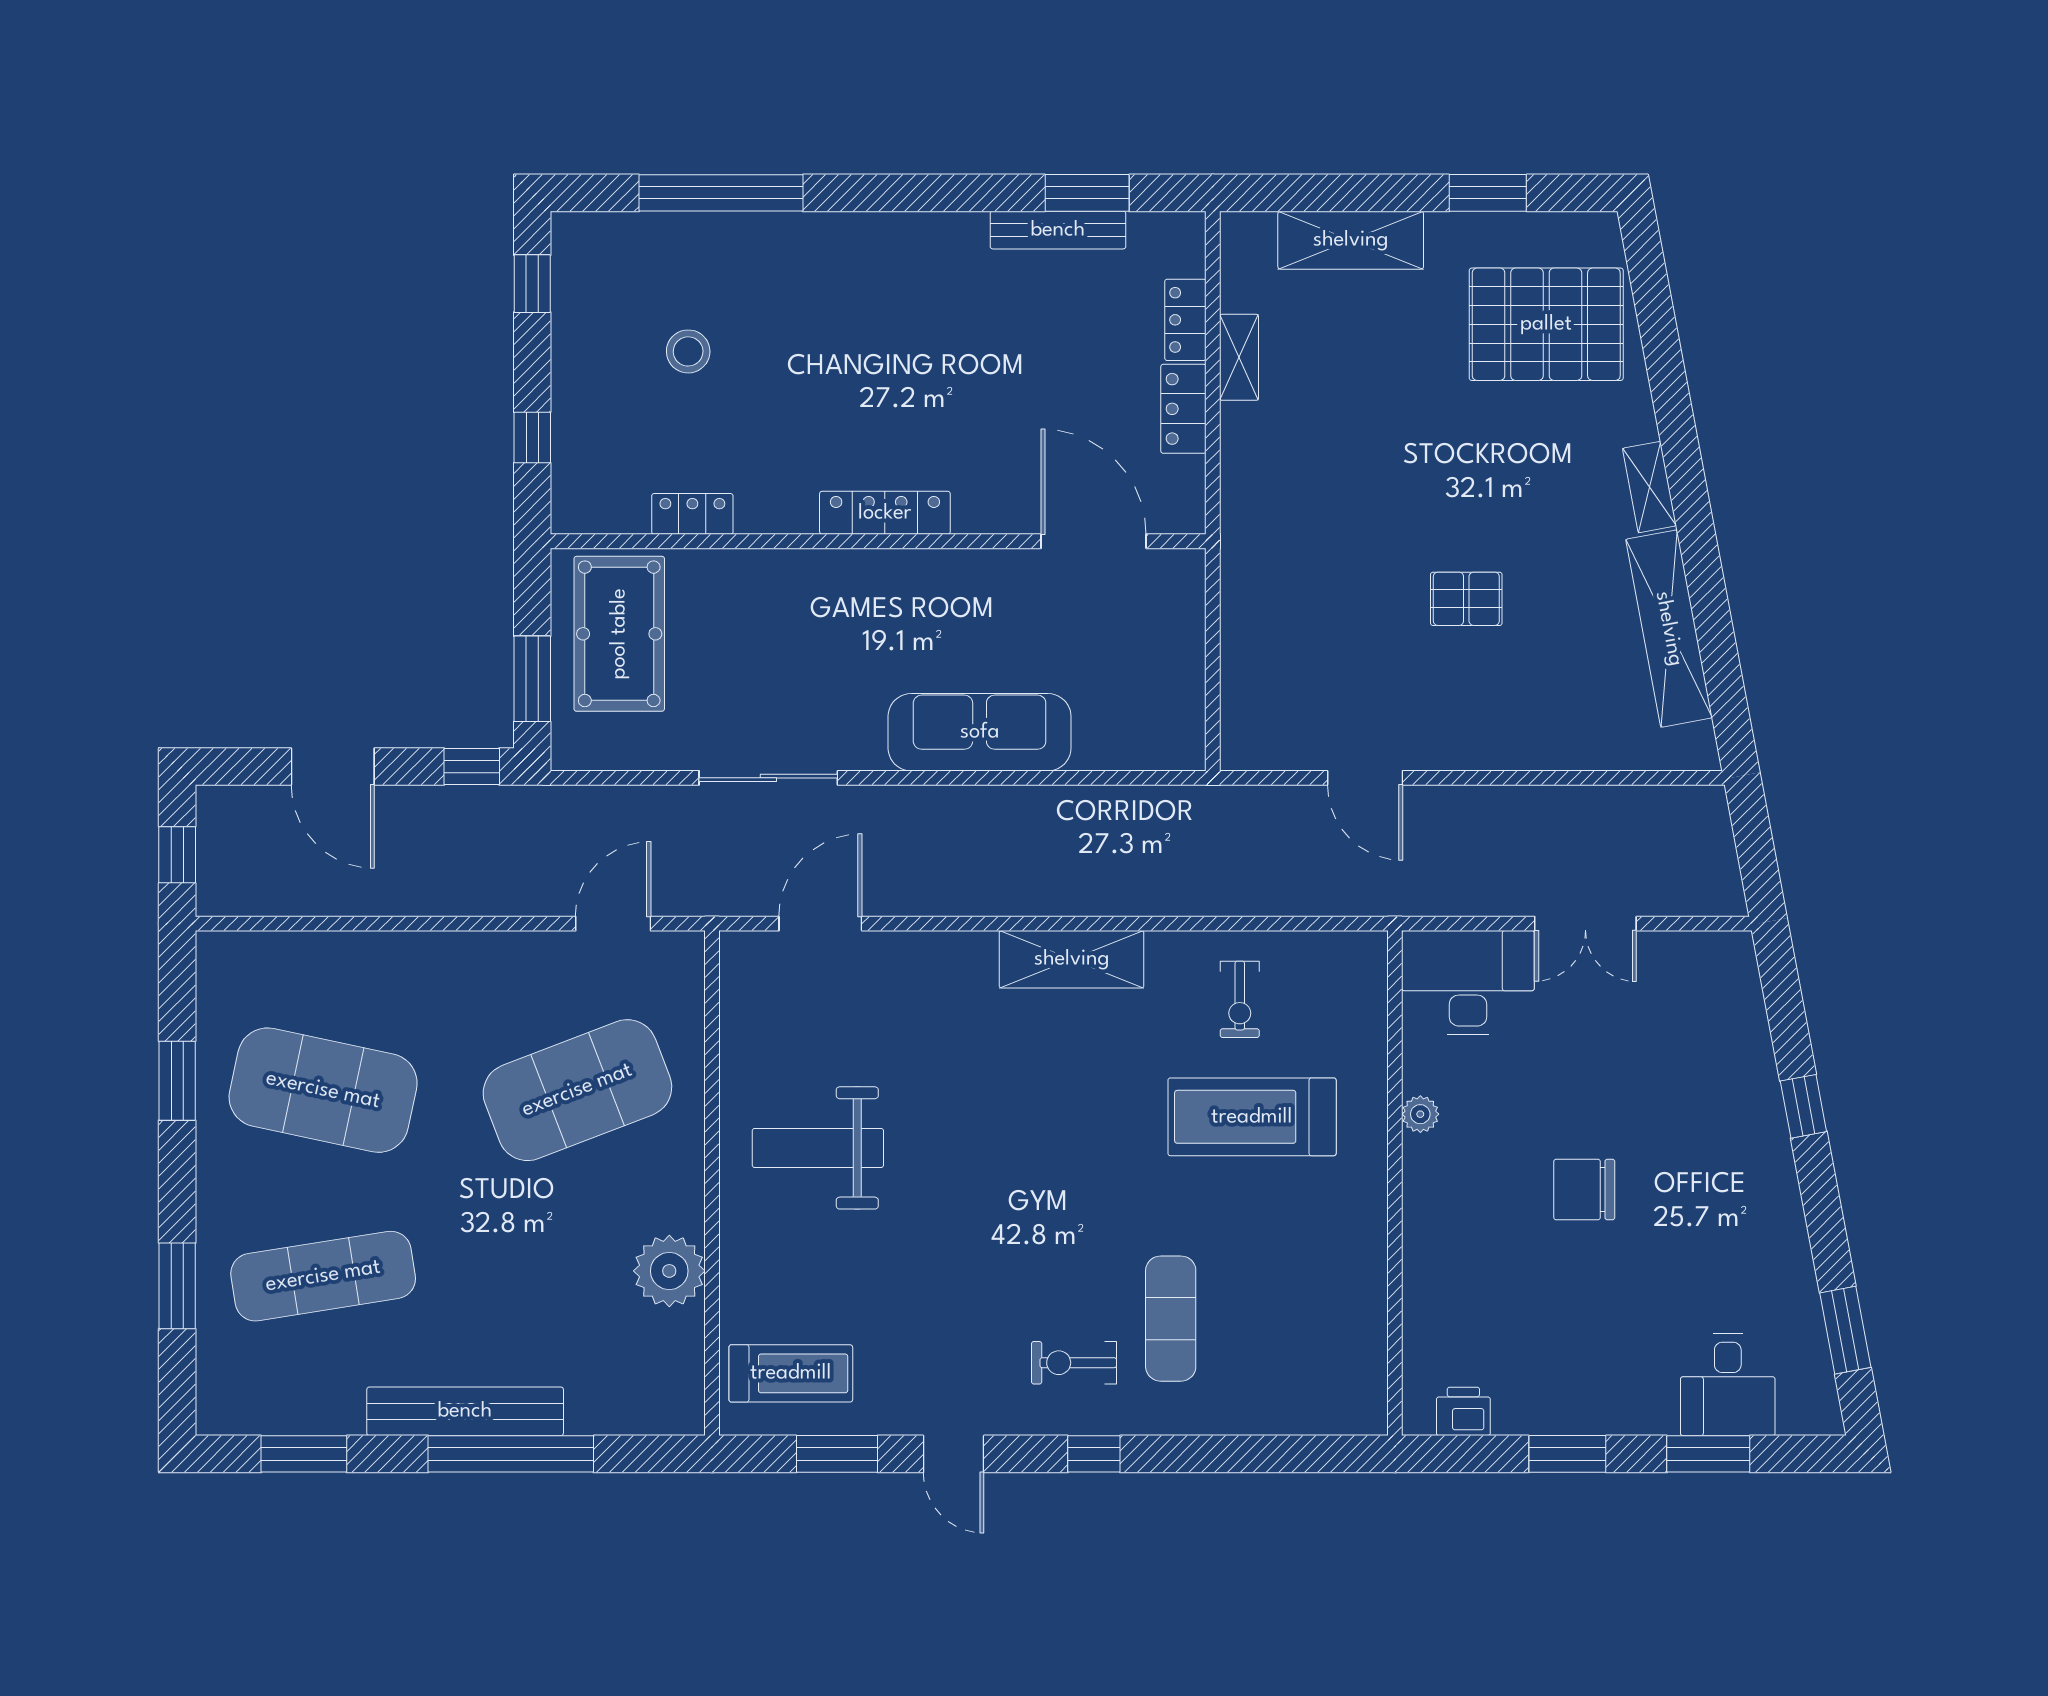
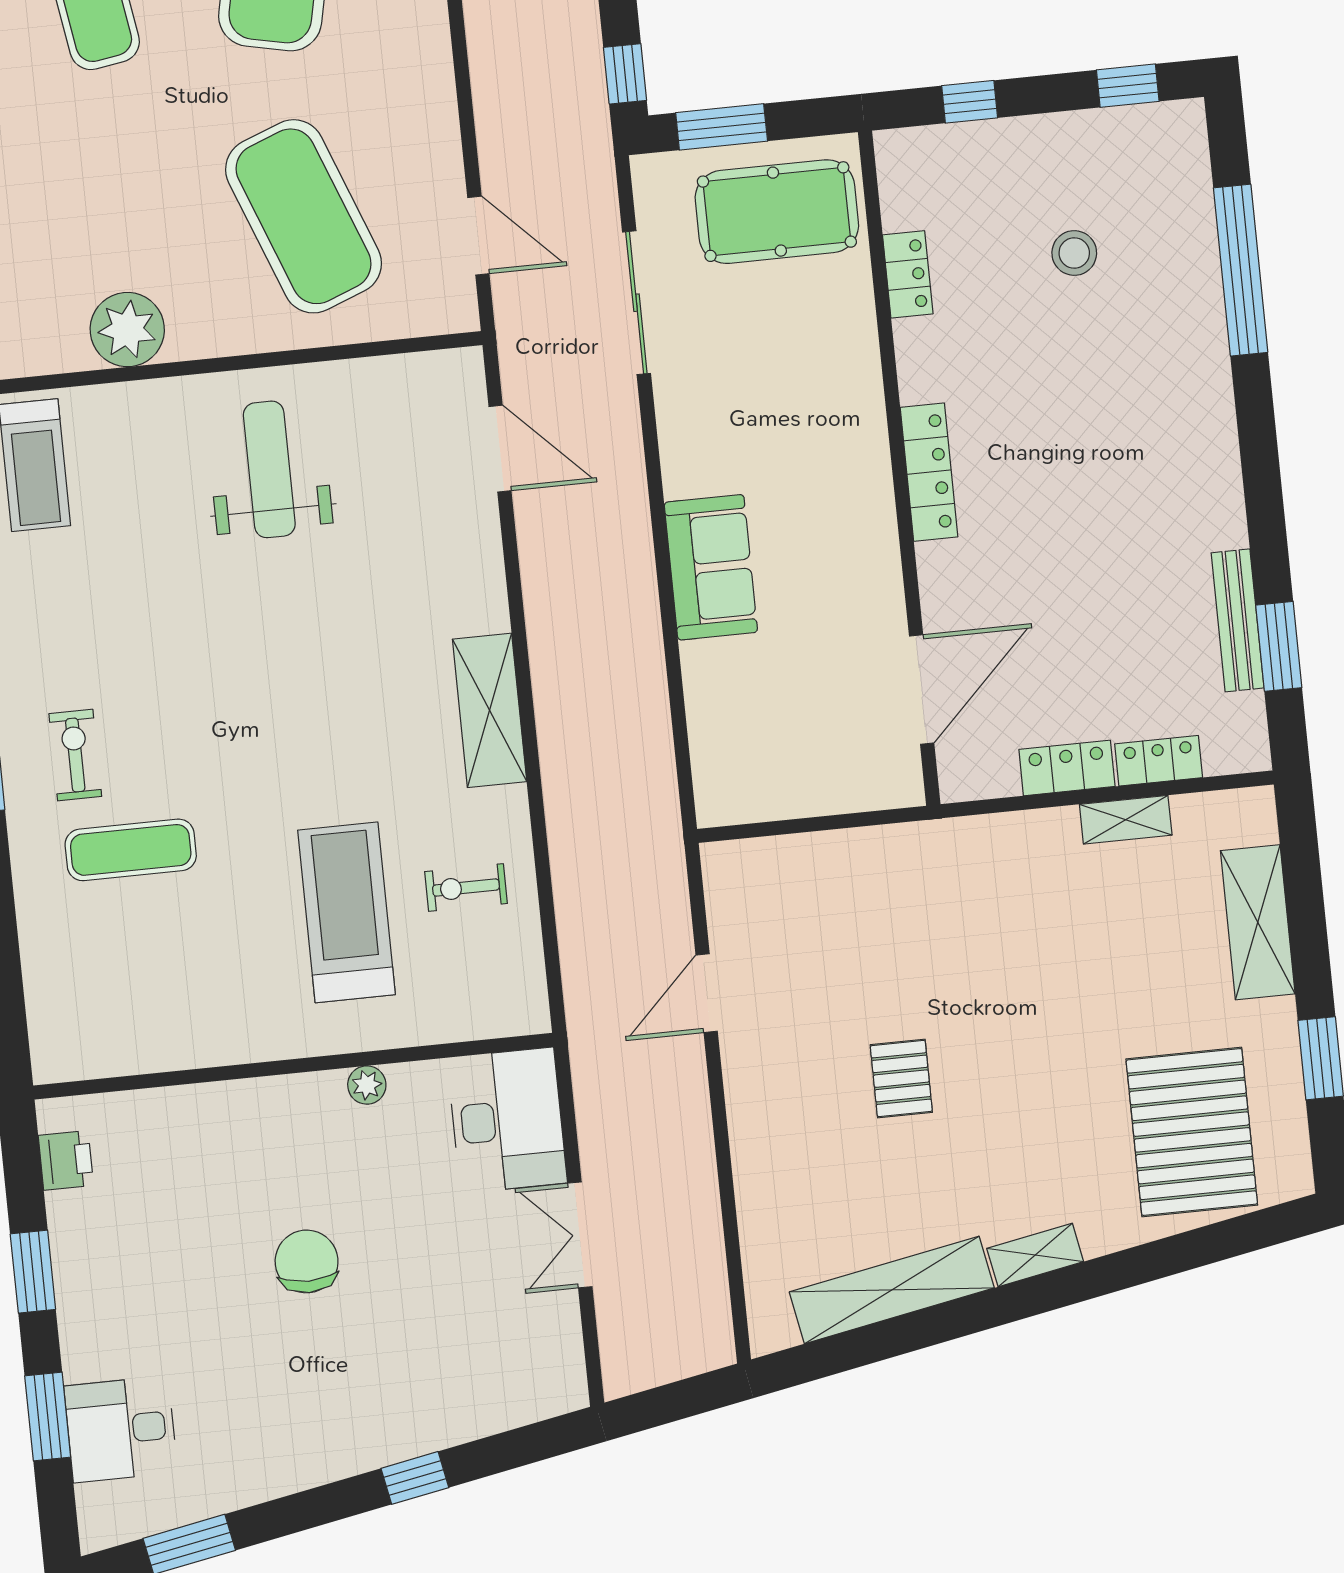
sofa: (980, 732) -> (711, 567), width x0.73
sliding door: (768, 778) -> (636, 303), moved

